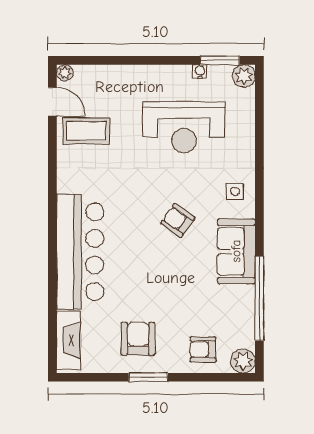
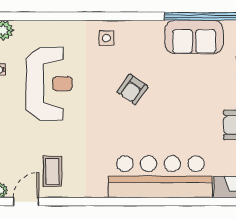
coffee table: (86, 131) -> (52, 171), width x0.73, depth x0.77
sofa: (236, 251) -> (194, 37), moved

